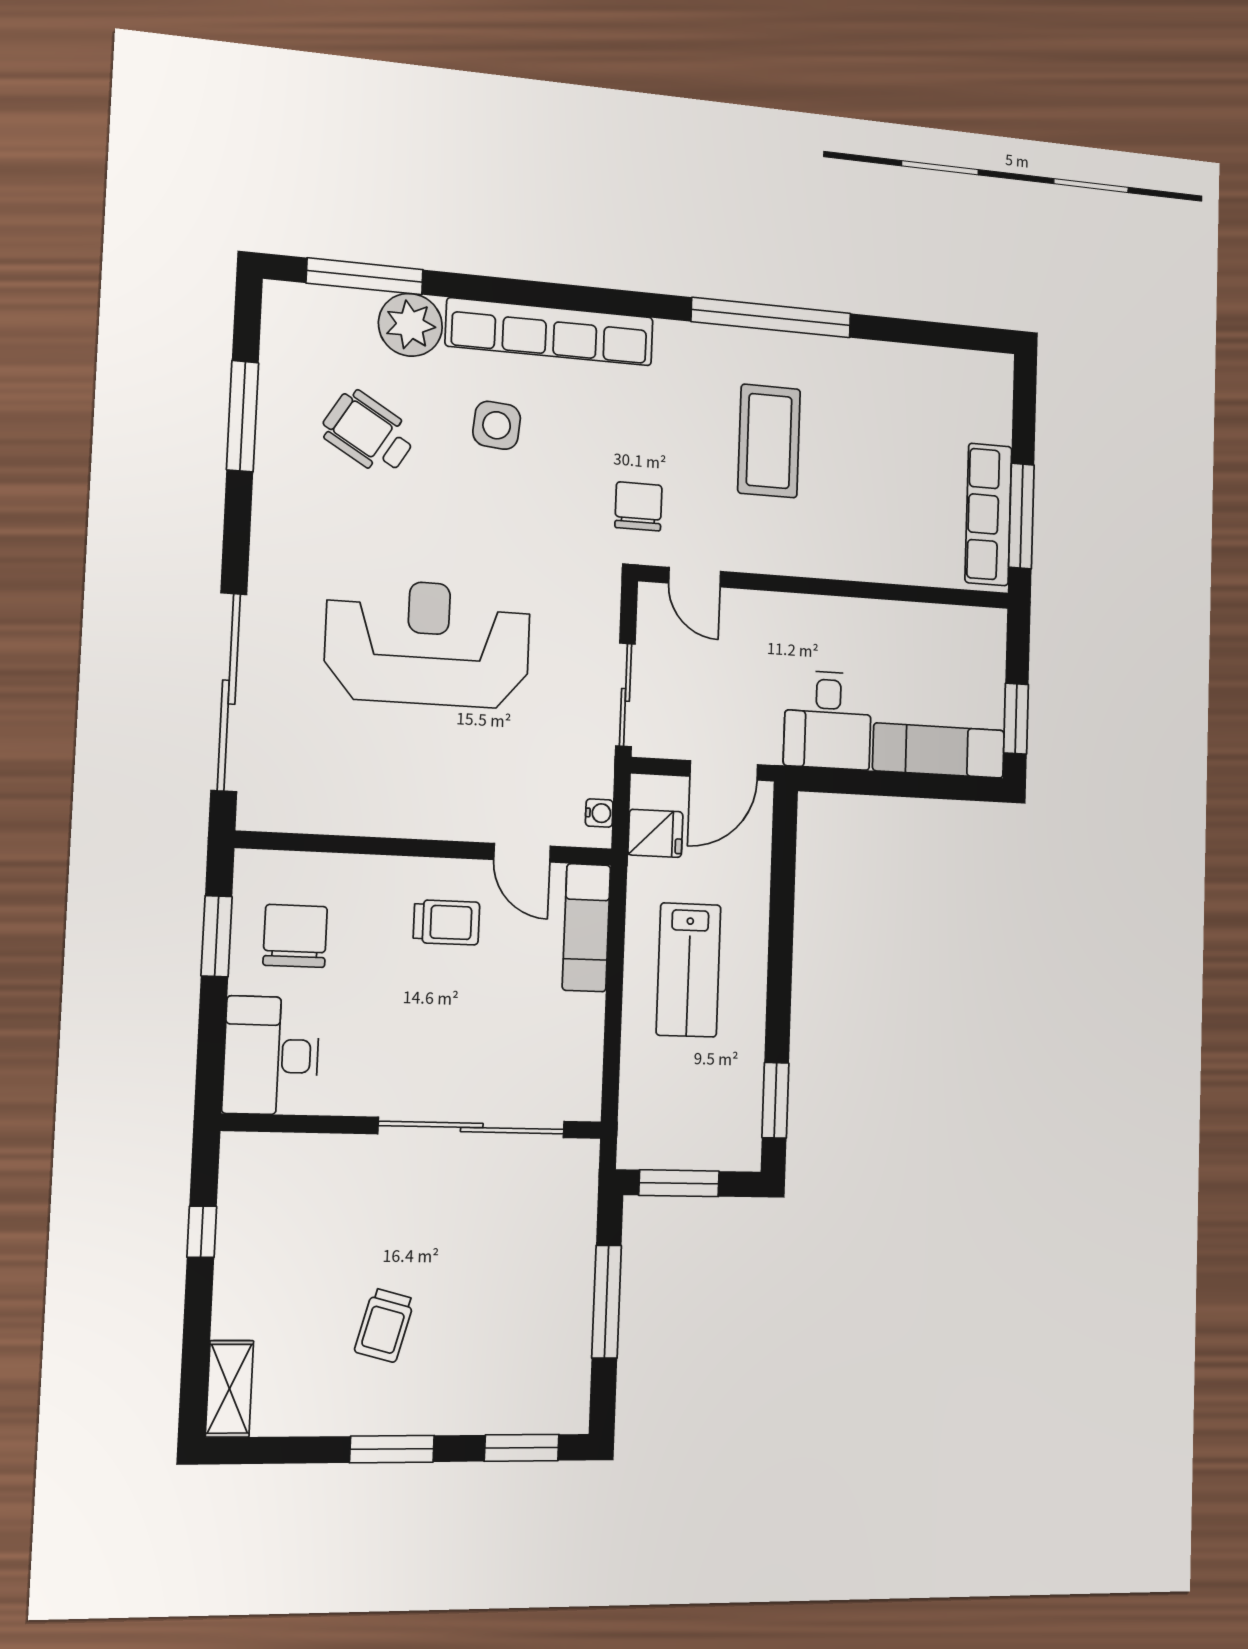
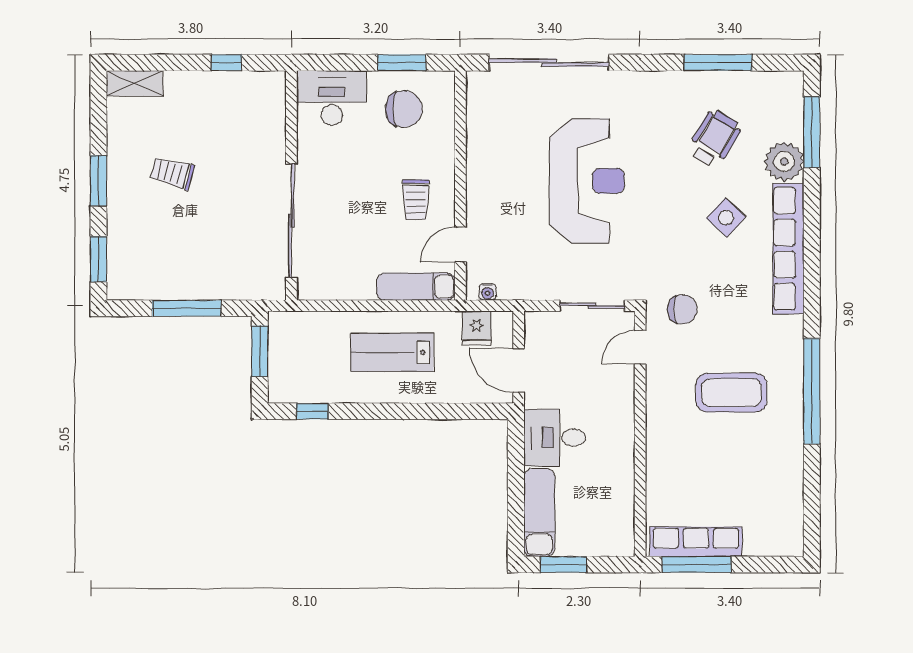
side table: (497, 425) -> (726, 218), turned 38
sliding door: (625, 695) -> (592, 306), moved
window: (775, 1100) -> (312, 411), width x0.67

